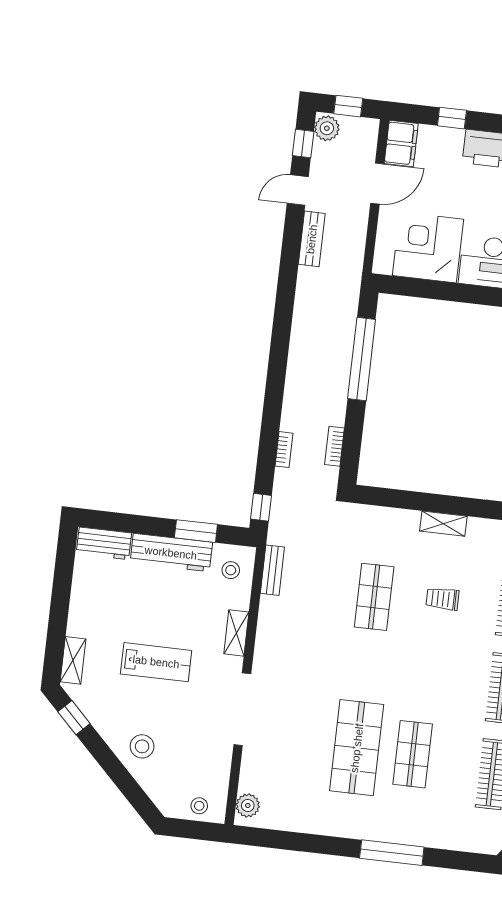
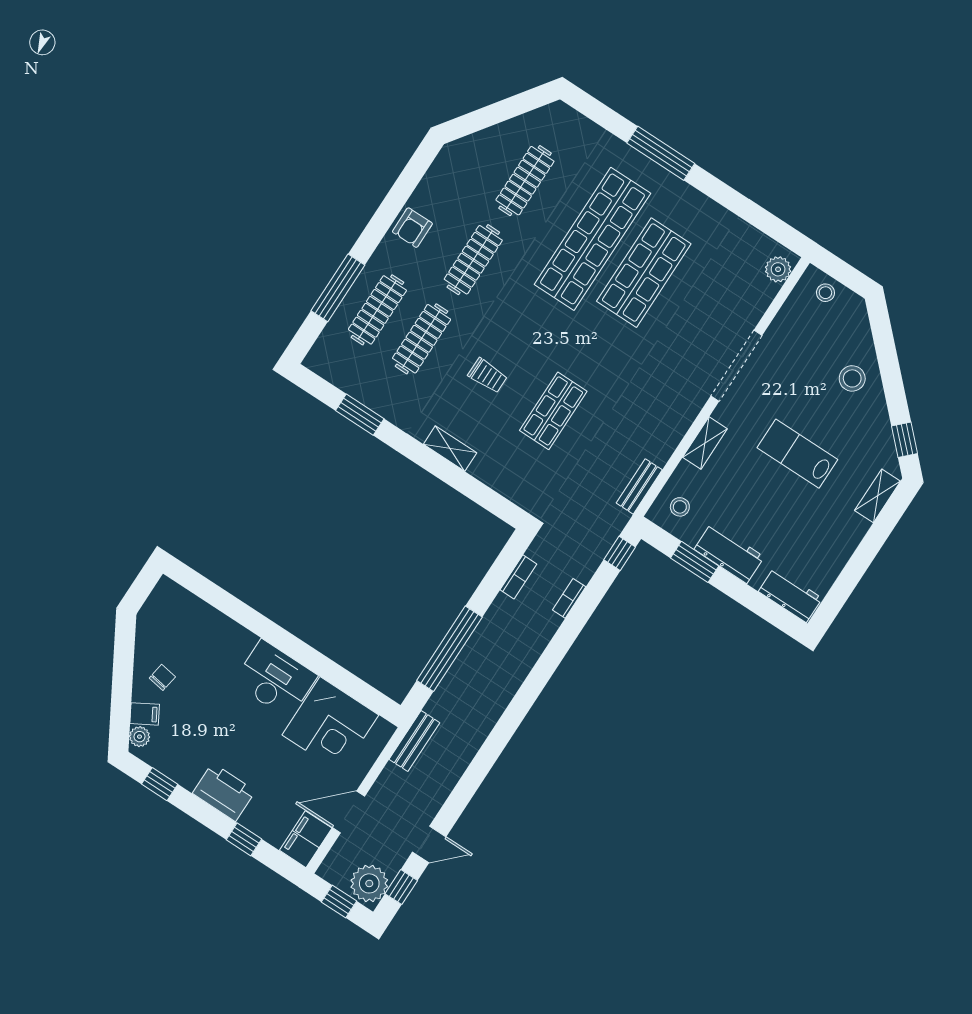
plant: (327, 128) -> (369, 883), width x1.36, depth x1.36
bench: (312, 239) -> (414, 741), moved
workbench: (171, 553) -> (729, 553), width x0.73
shop shelf: (413, 754) -> (592, 239), width x2.00, depth x1.36

